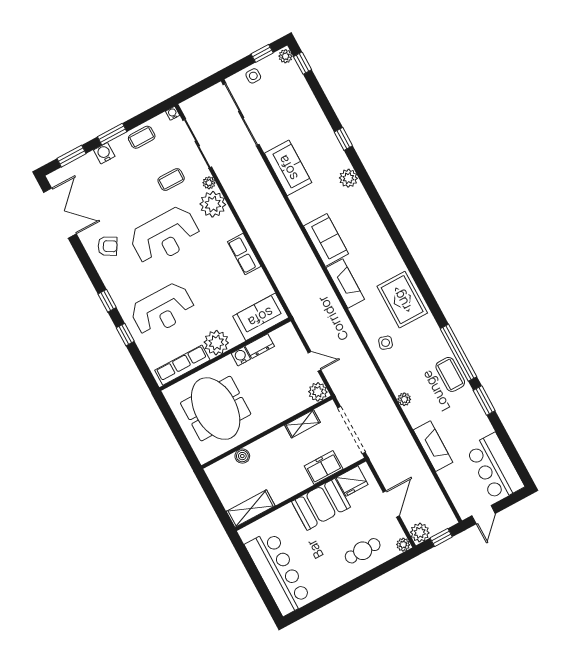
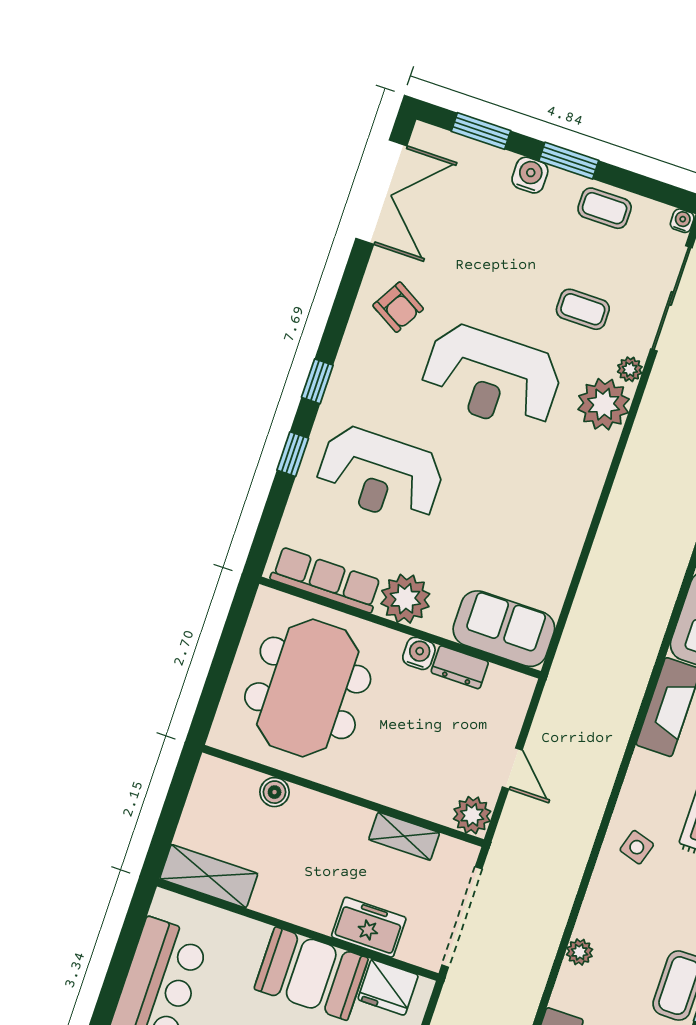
row of seats: (244, 254) -> (574, 518), removed

